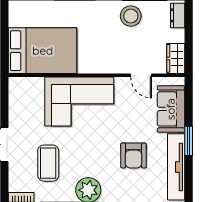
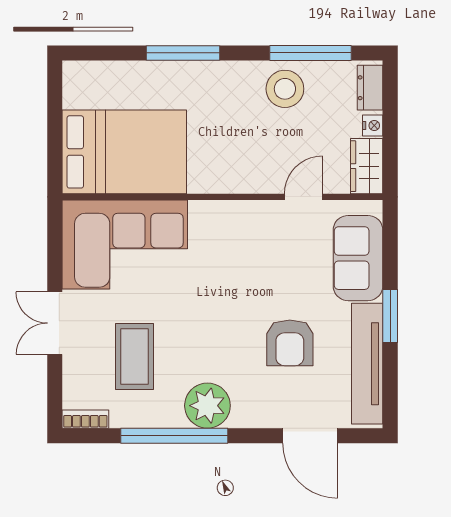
nightstand: (179, 36) -> (373, 126), added
door: (141, 75) -> (304, 197), swing flipped
corner sofa: (79, 101) -> (125, 244), moved

